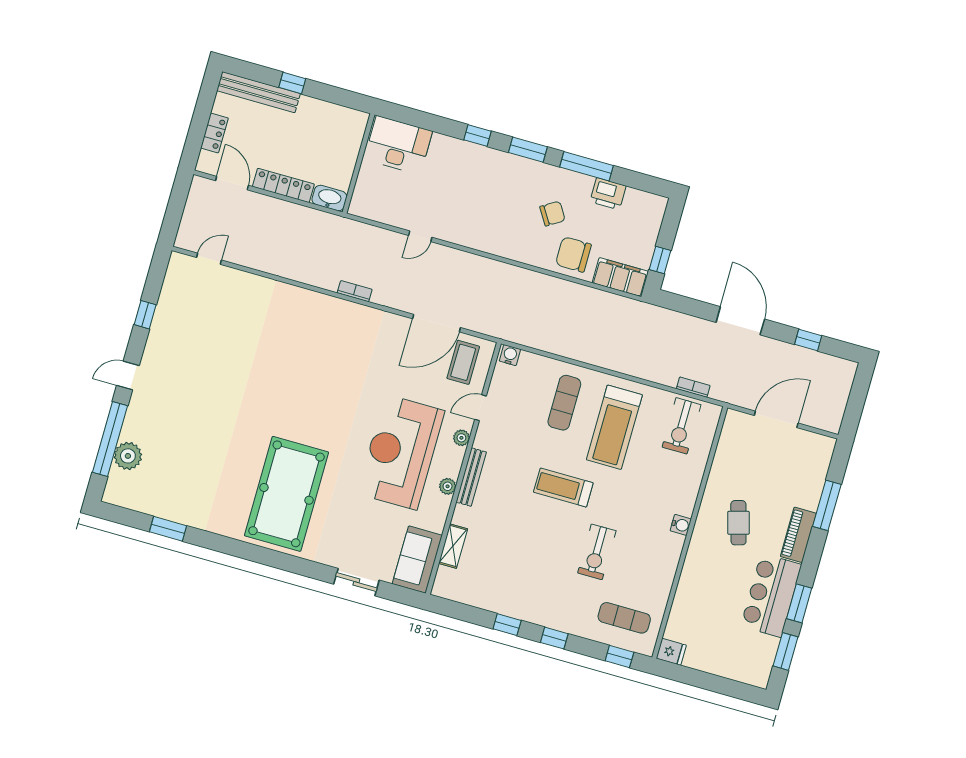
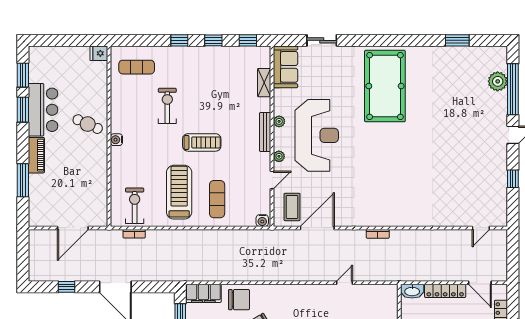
cafe table: (738, 523) -> (88, 124), moved, turned -50
window: (619, 656) -> (248, 40), moved

